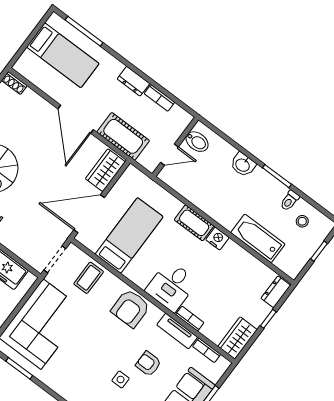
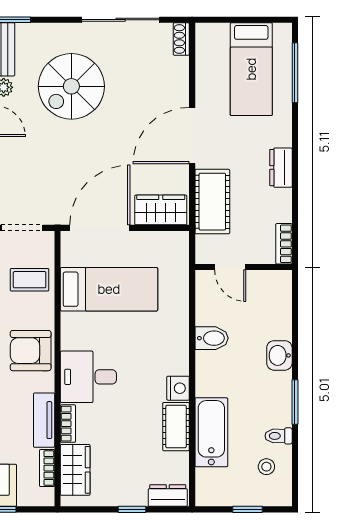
bookcase: (159, 98) -> (284, 244), moved
bidet: (197, 142) -> (212, 338), moved, turned -90
door: (89, 214) -> (100, 228), hinge flipped
cot: (194, 223) -> (176, 427), moved
wardrobe: (238, 338) -> (75, 470), moved, turned 90

